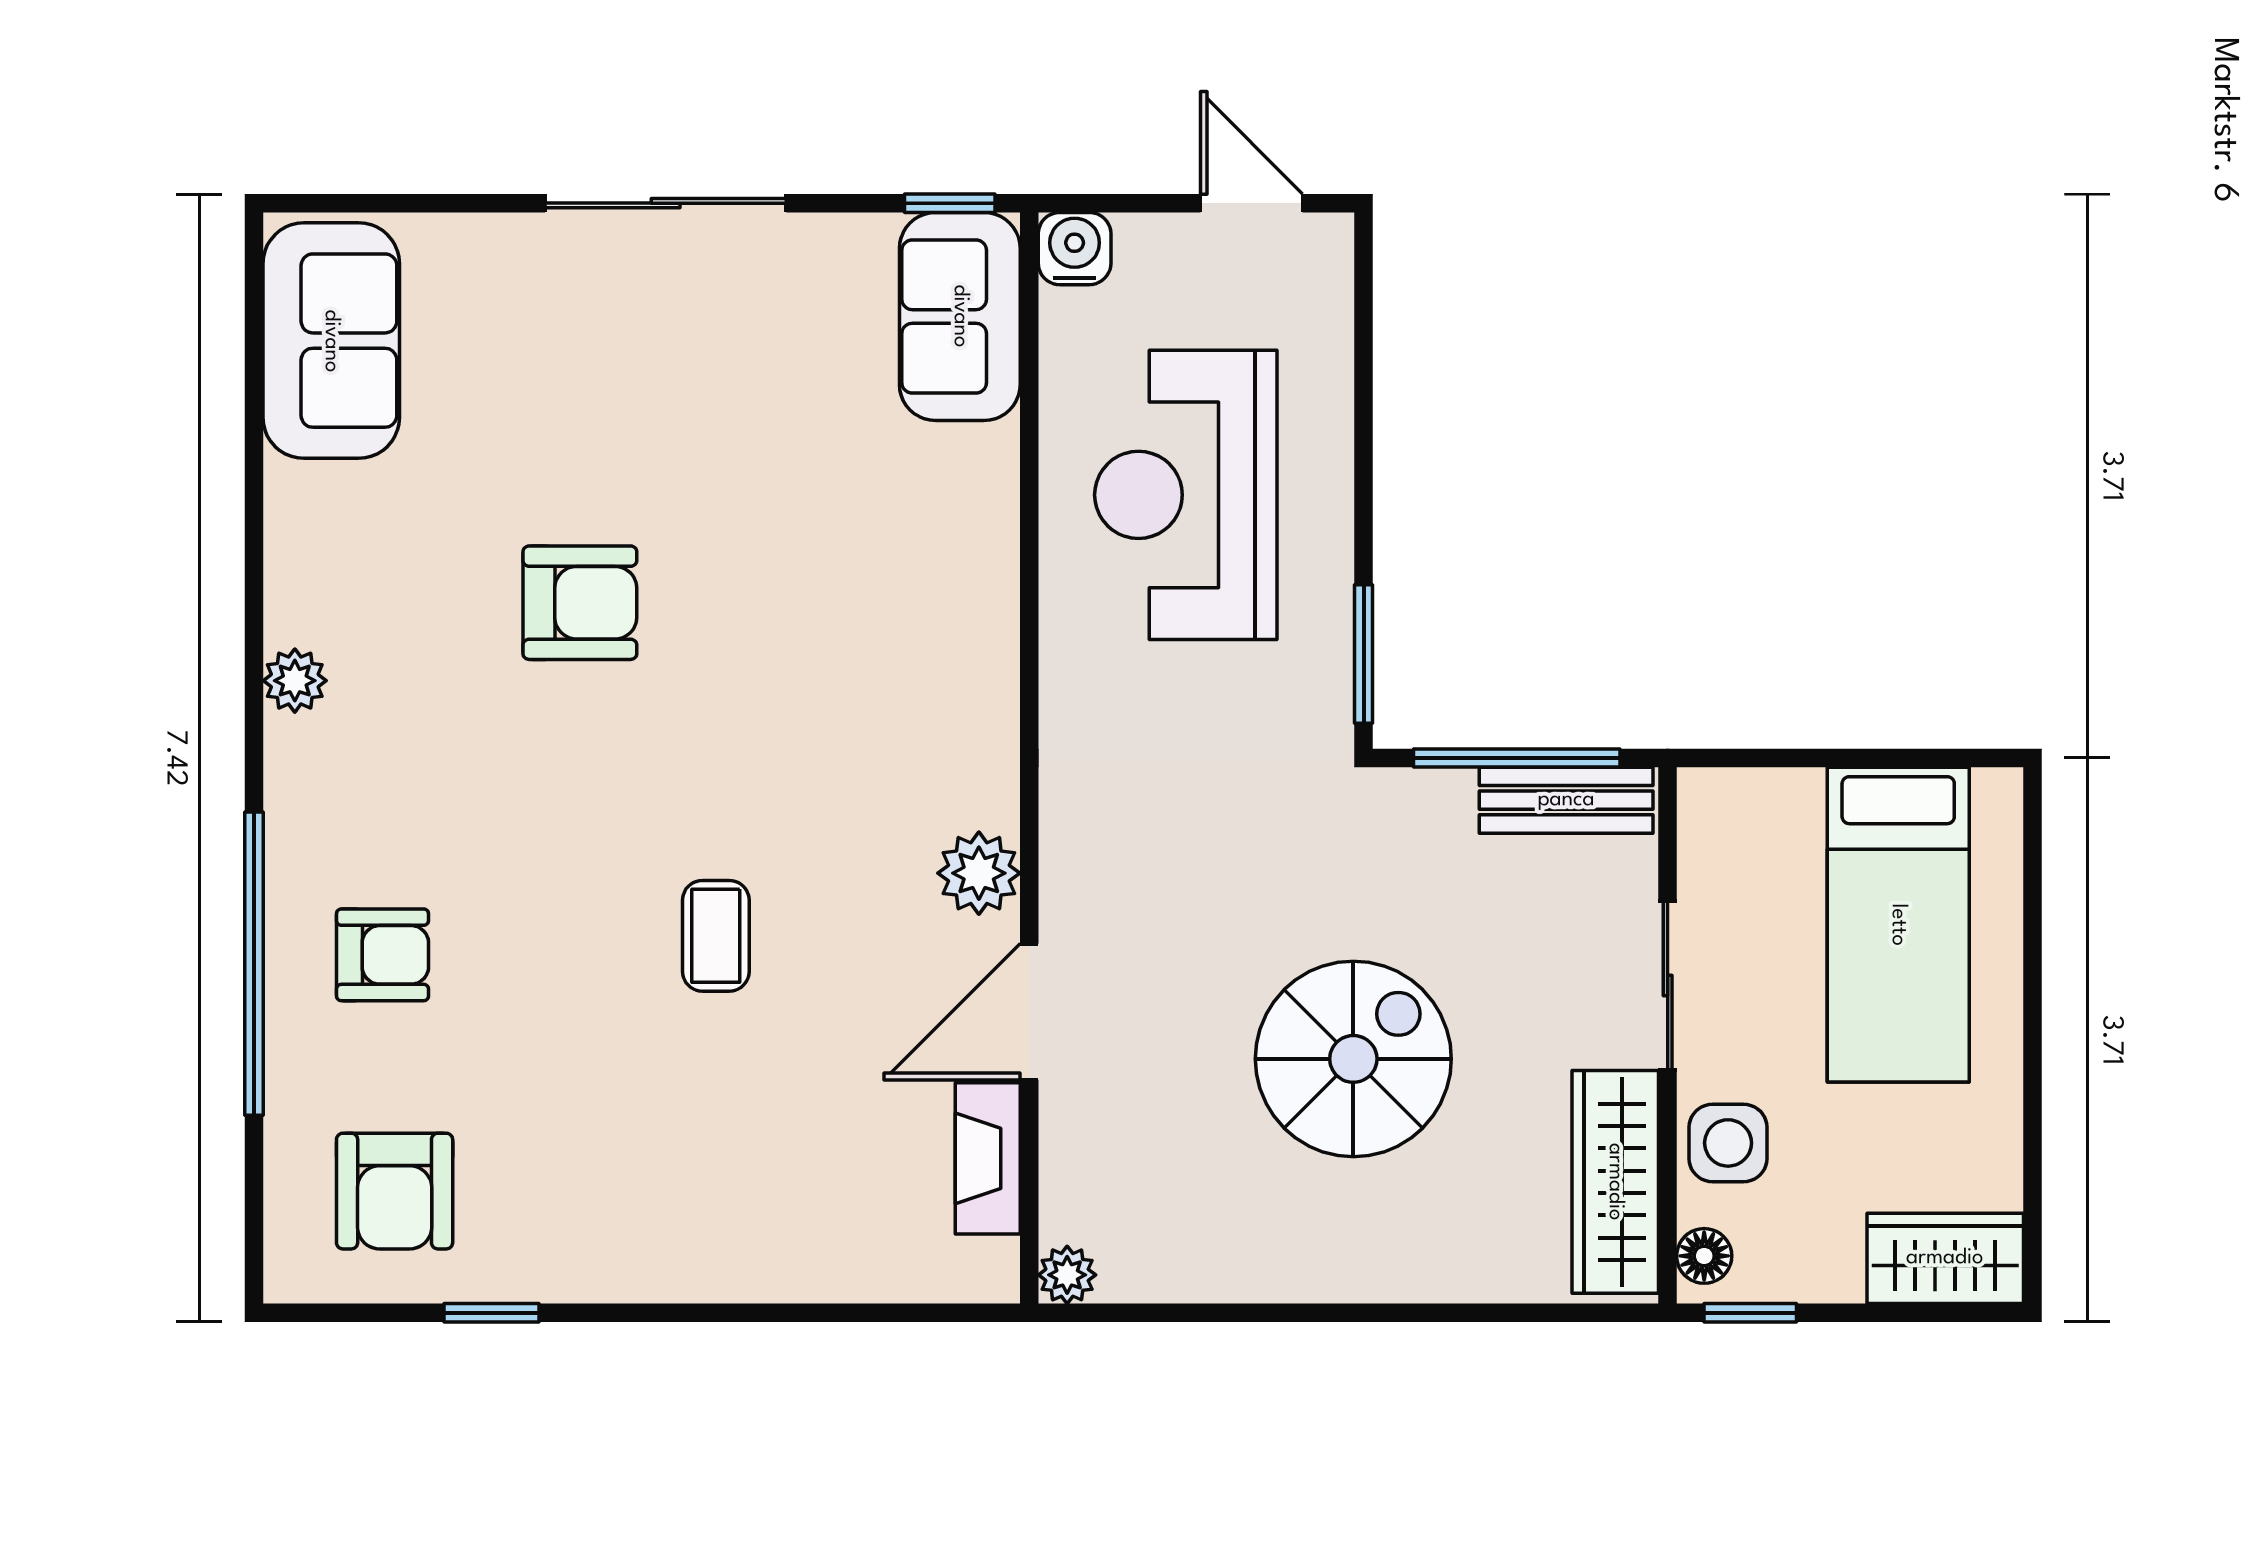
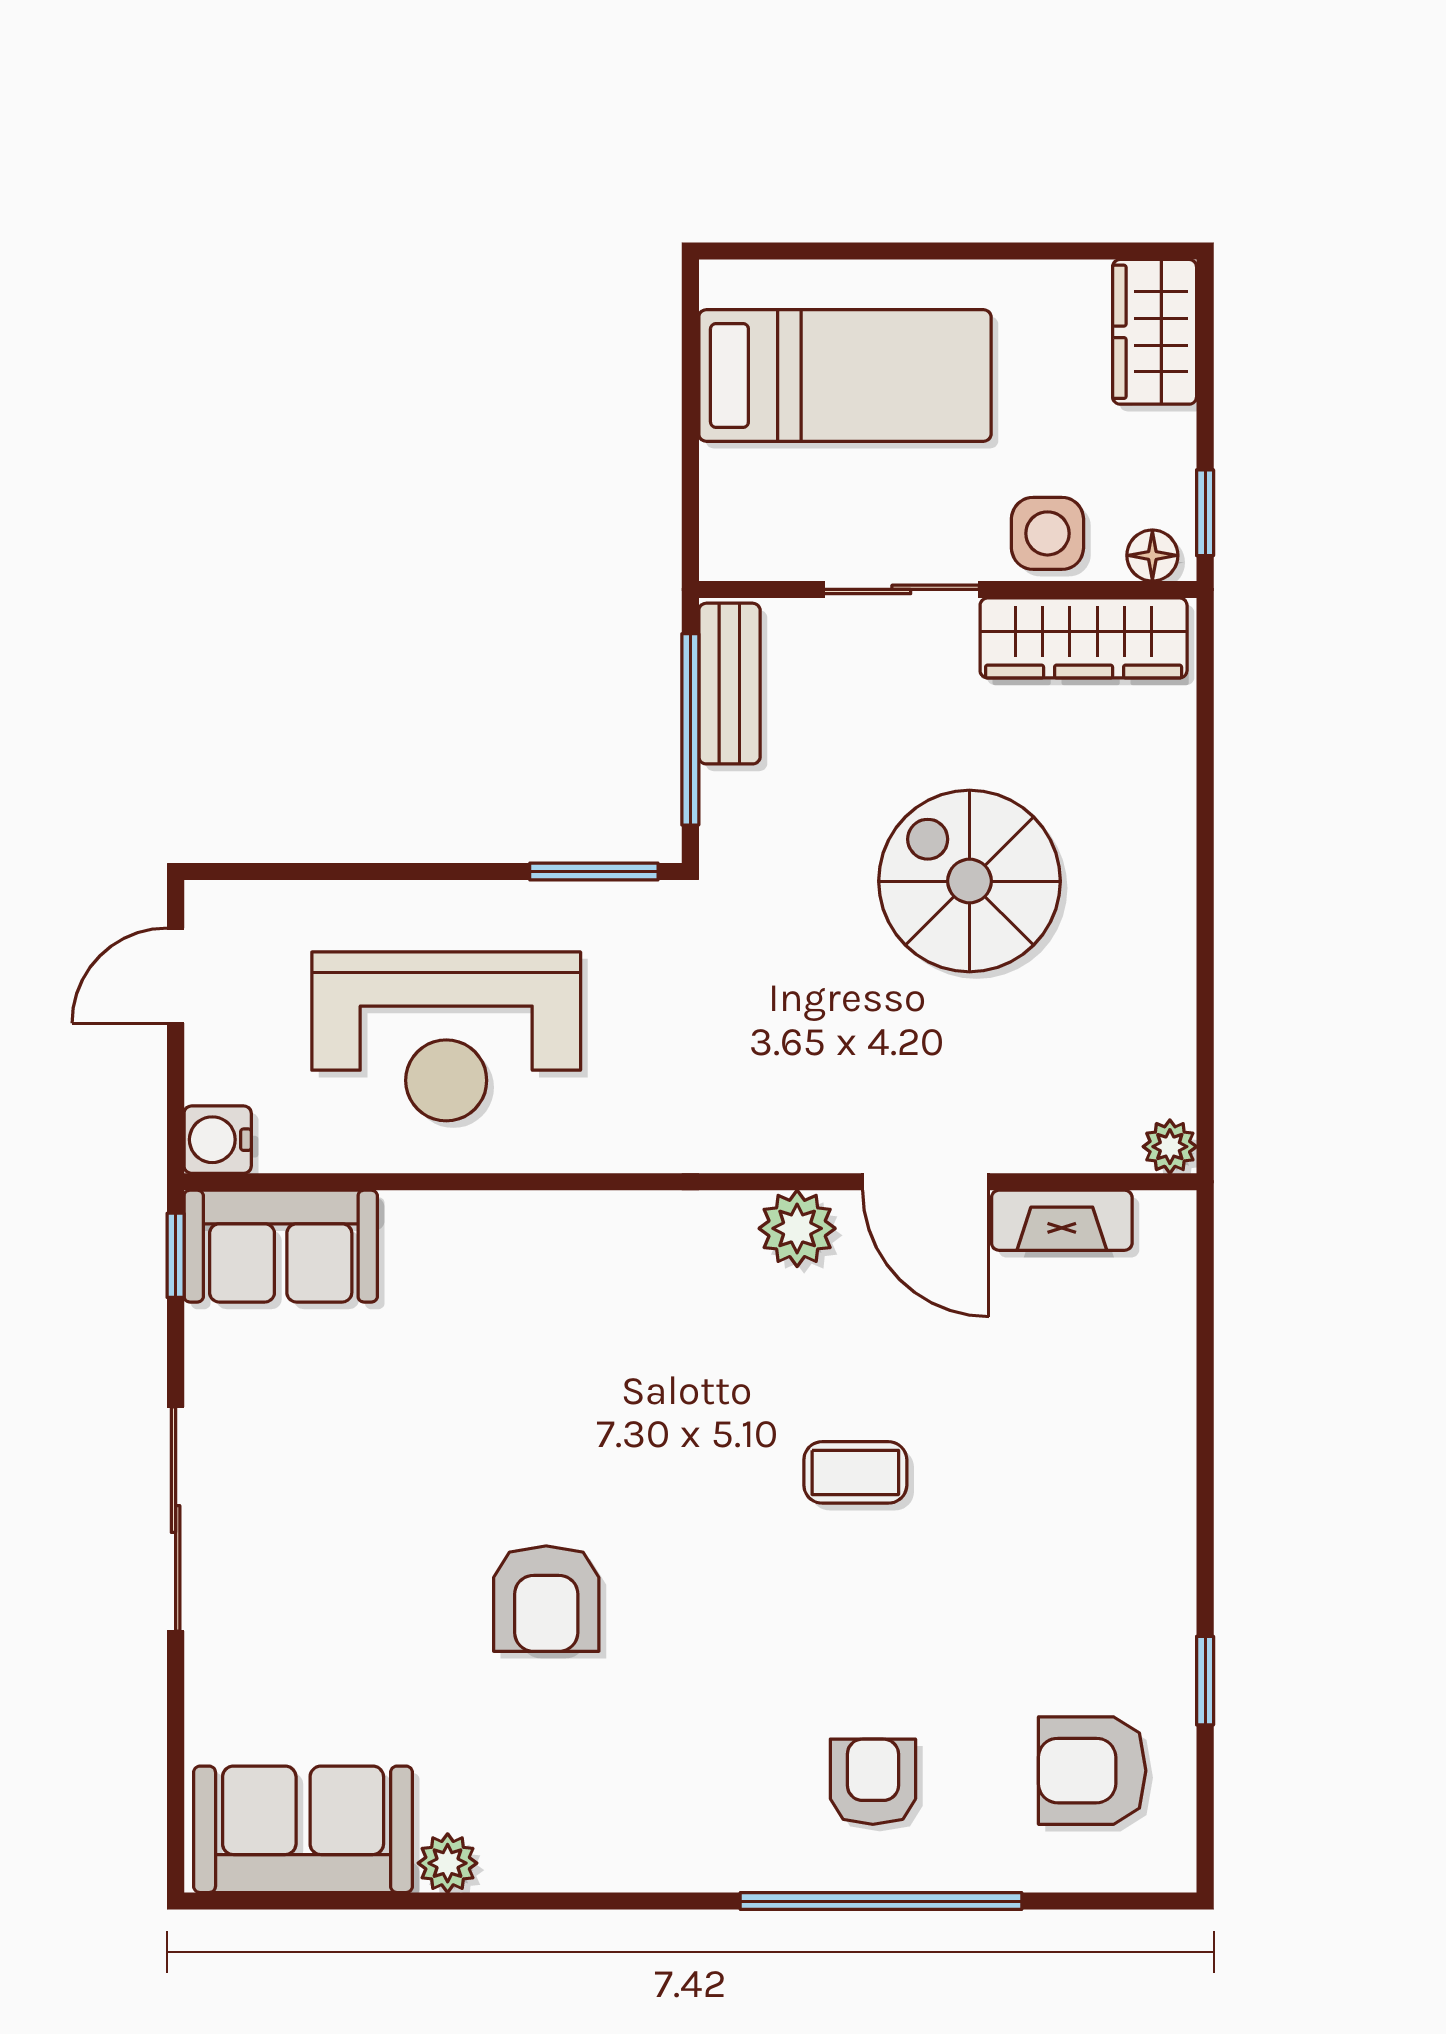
armchair: (580, 603) -> (546, 1599), turned 180
plant: (295, 681) -> (448, 1863), moved
armchair: (395, 1191) -> (1092, 1771), turned 180

